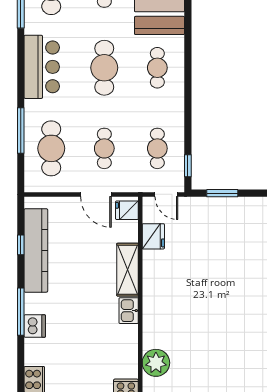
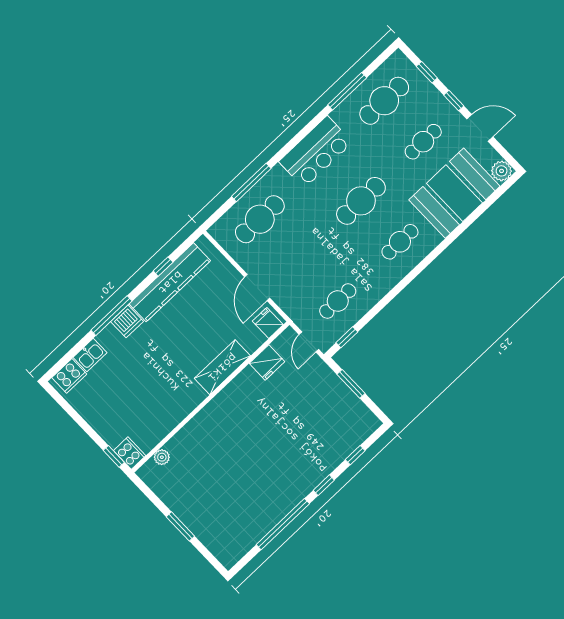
cafe table: (104, 148) -> (299, 260), removed
kitchen sink: (129, 311) -> (90, 355), moved, turned 180
dishwasher: (35, 326) -> (127, 321), moved
plant: (156, 363) -> (162, 457), width x0.53, depth x0.53

